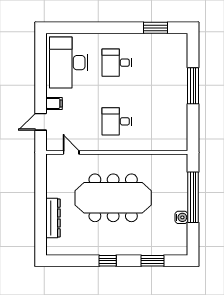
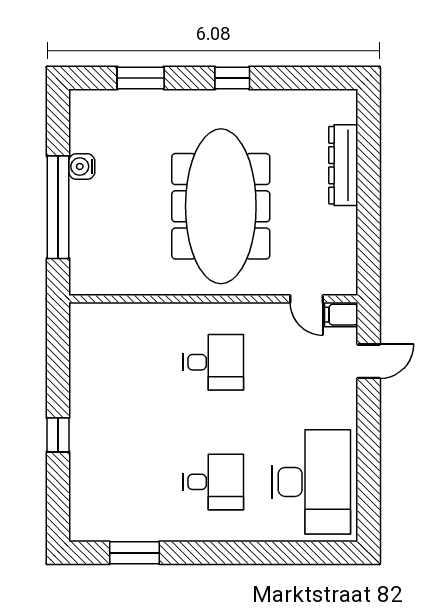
window: (193, 86) -> (58, 435), width x0.46
filing cabinet: (54, 103) -> (341, 315), moved
meeting table: (113, 198) -> (221, 206), turned 90

